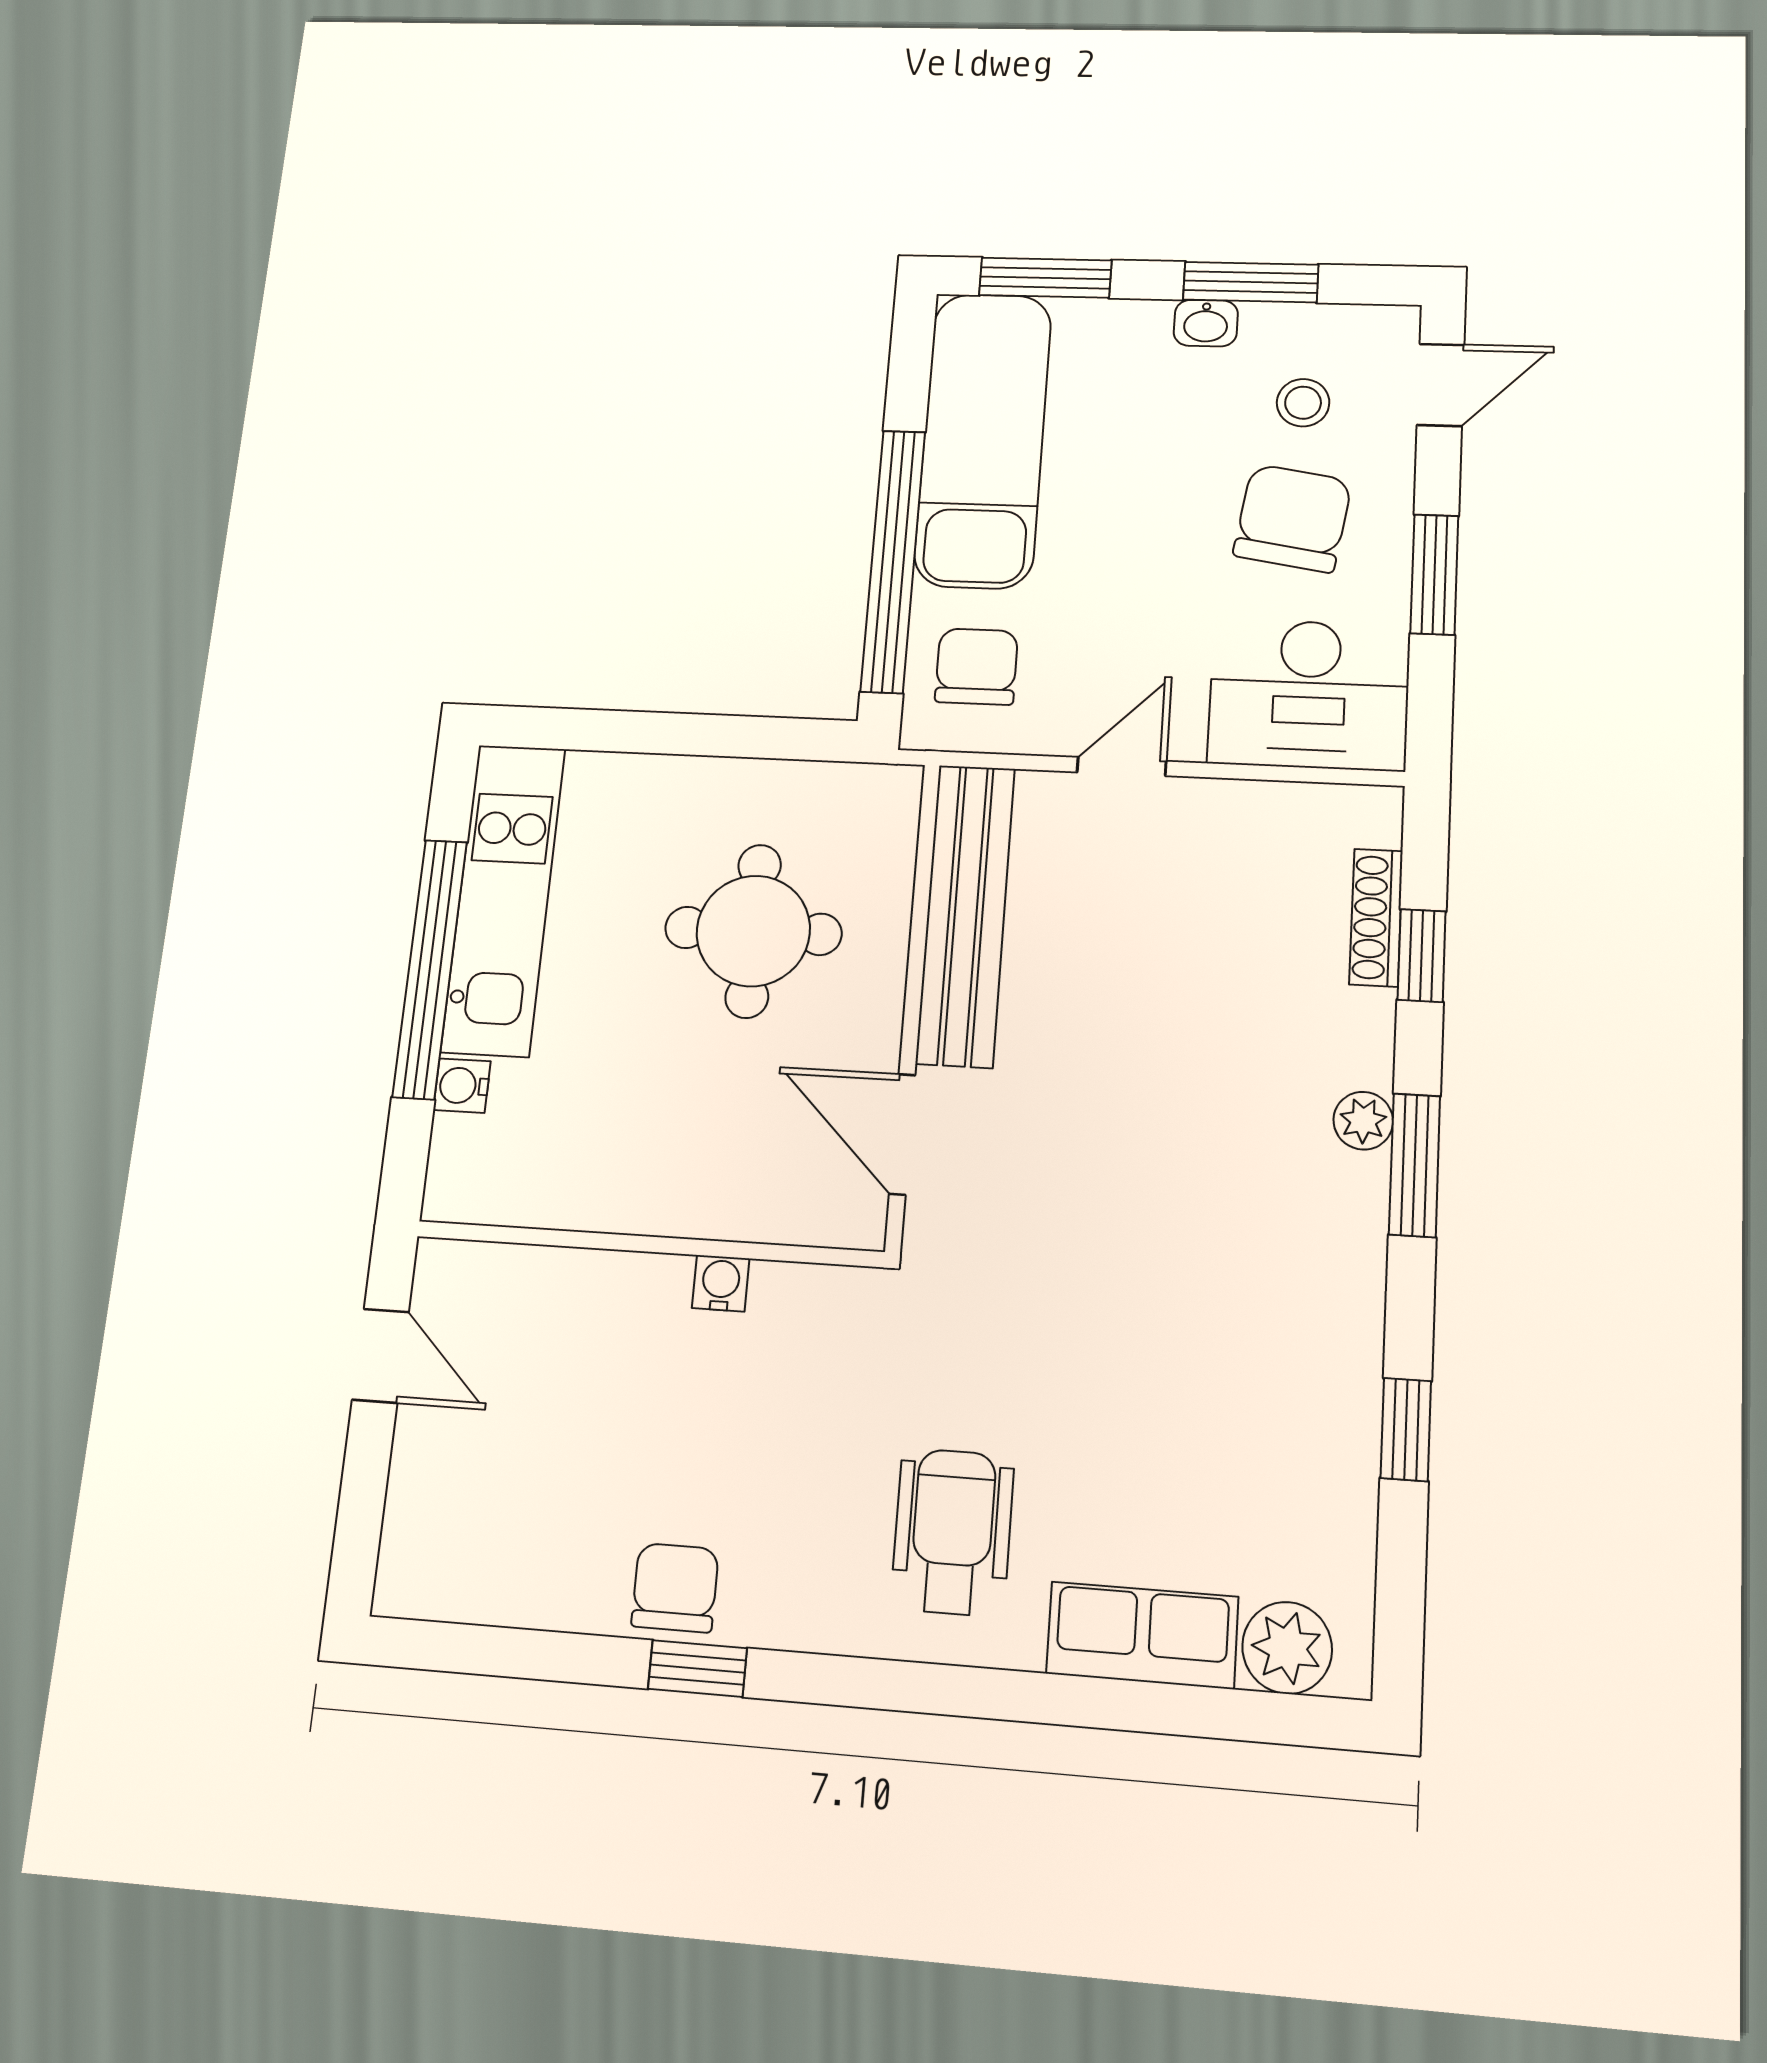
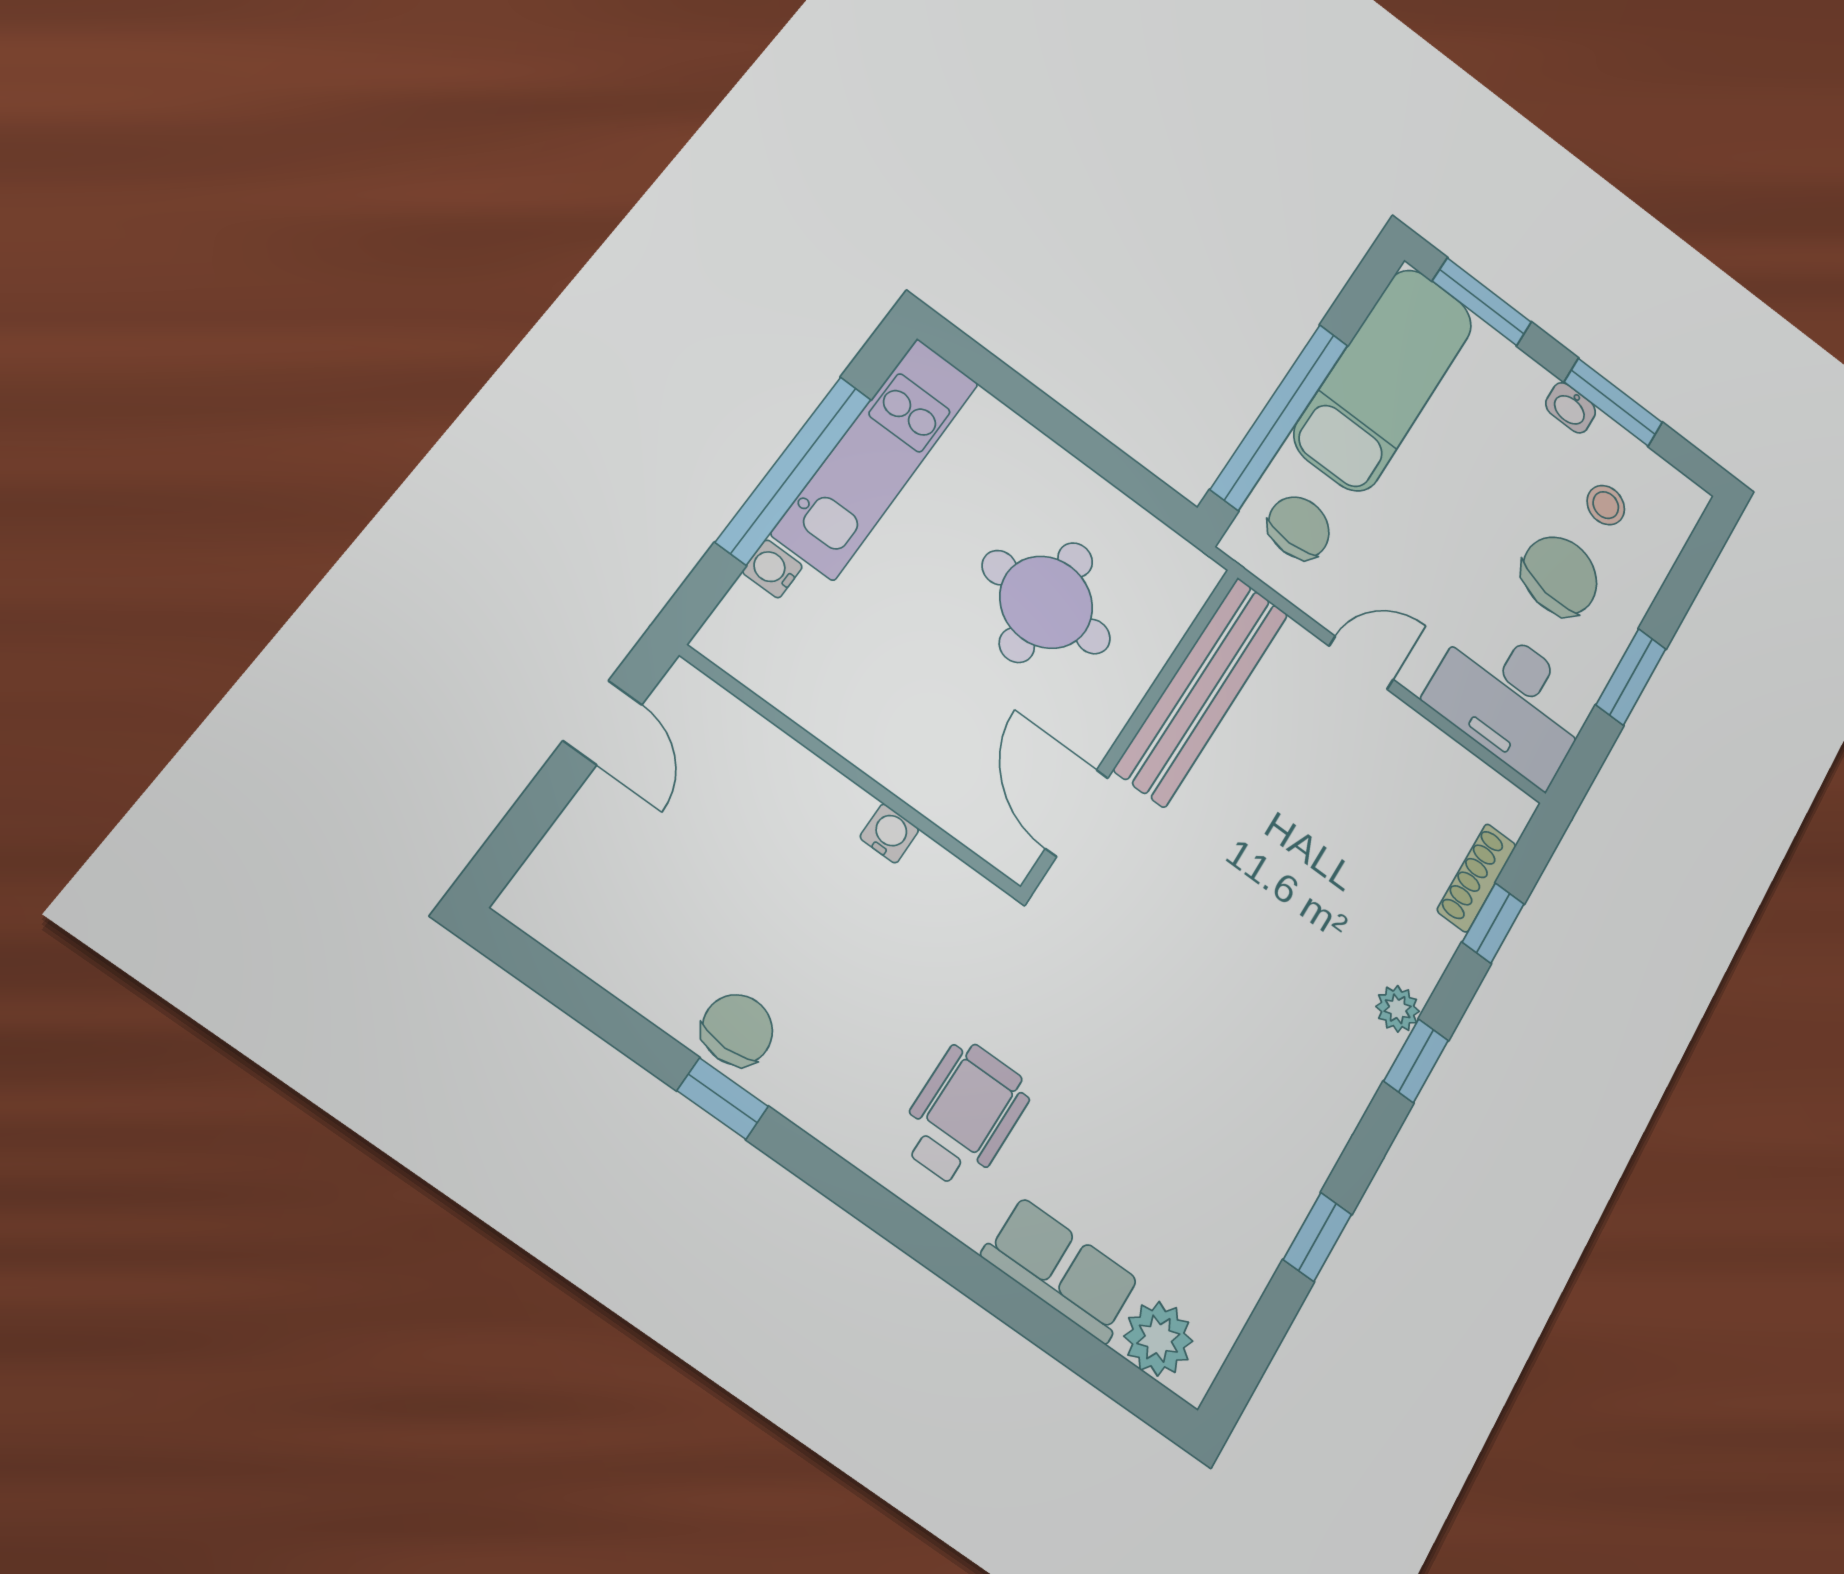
door: (1441, 385) -> (1698, 556), removed
window: (1415, 1165) -> (1416, 1061), width x0.67

